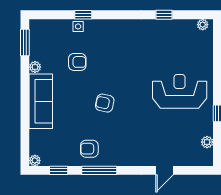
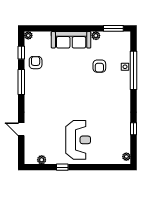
window: (83, 15) -> (133, 70), width x3.17
armchair: (105, 103) -> (70, 86), removed
armchair: (89, 149) -> (36, 63), moved

